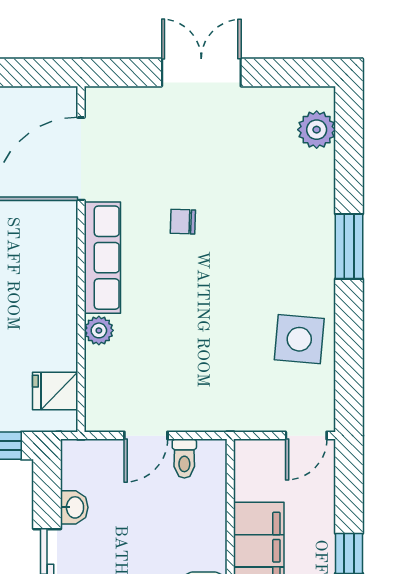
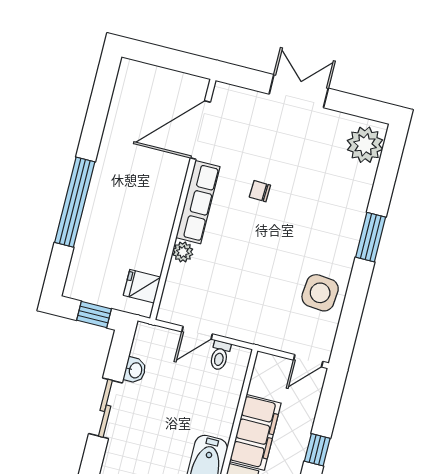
plant: (317, 130) -> (365, 145), width x1.36, depth x1.36

